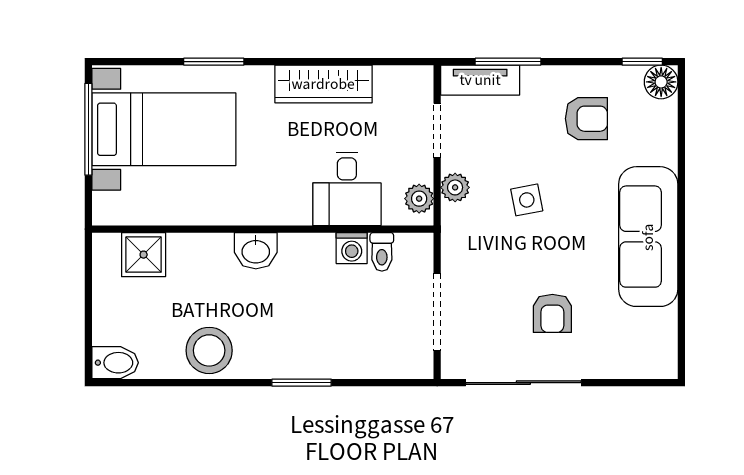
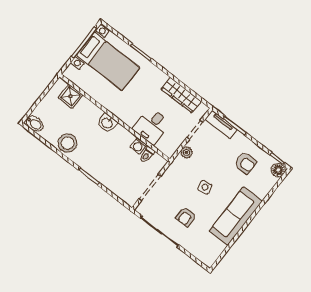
wardrobe: (323, 84) -> (181, 95), moved
plant: (419, 199) -> (172, 147), removed
side table: (527, 200) -> (205, 187), moved

